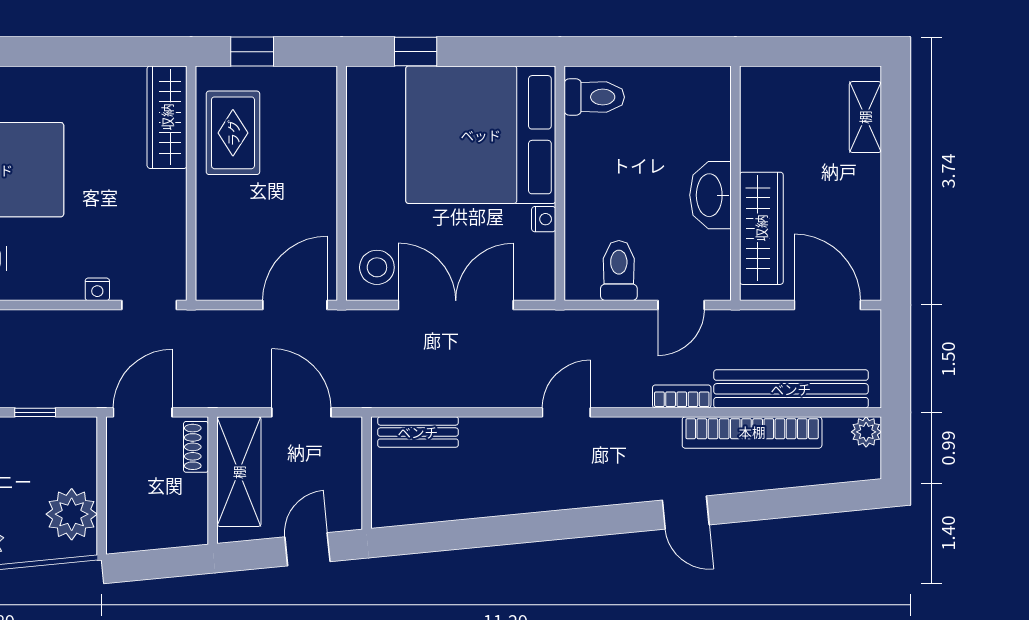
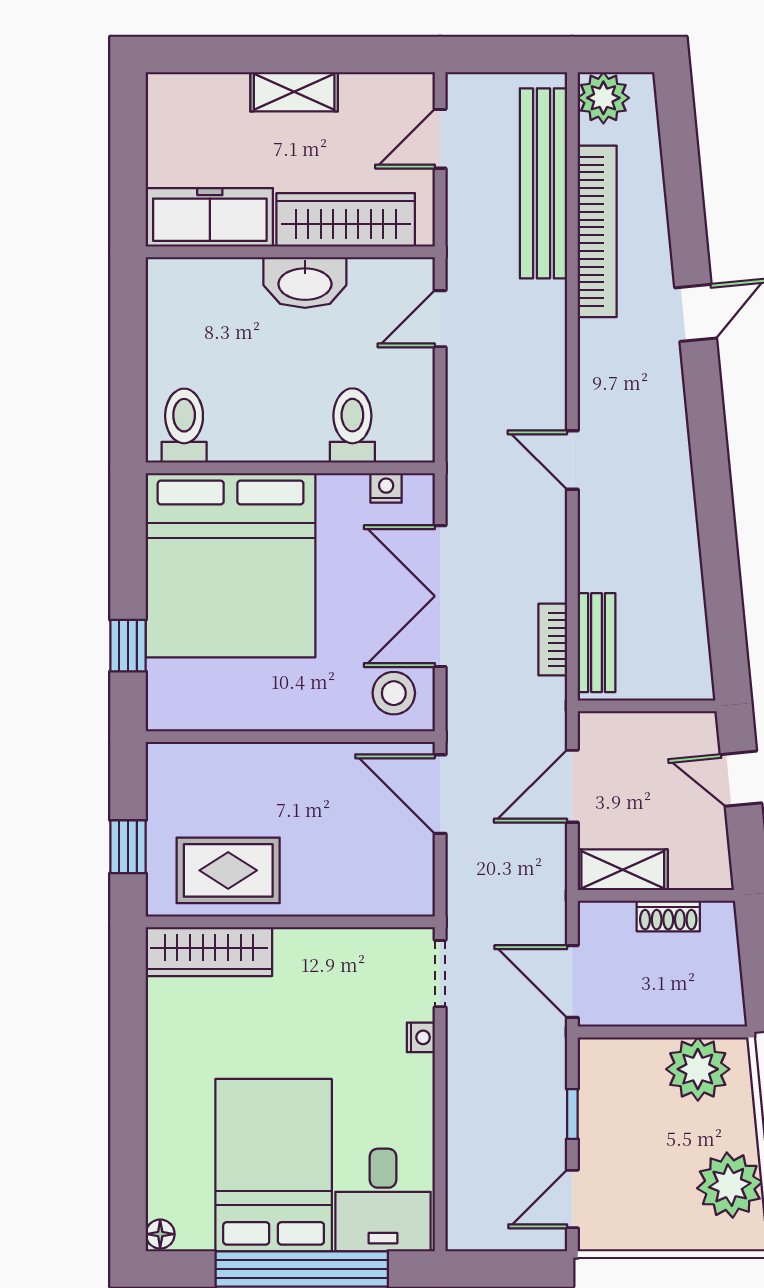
shelving: (865, 117) -> (294, 92), moved
freezer: (763, 118) -> (210, 217), added
nightstand: (544, 219) -> (386, 488), moved
toilet: (619, 271) -> (352, 425), moved, turned 90
door: (681, 305) -> (440, 319), swing flipped
door: (827, 305) -> (440, 139), width x0.73
bookcase: (682, 396) -> (553, 640), moved
plant: (866, 432) -> (603, 98), width x1.38, depth x1.38
shoe rack: (196, 447) -> (668, 916), moved
shelving: (239, 472) -> (623, 870), width x0.67, depth x0.75

